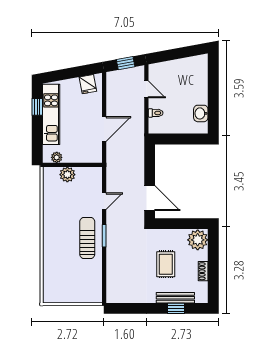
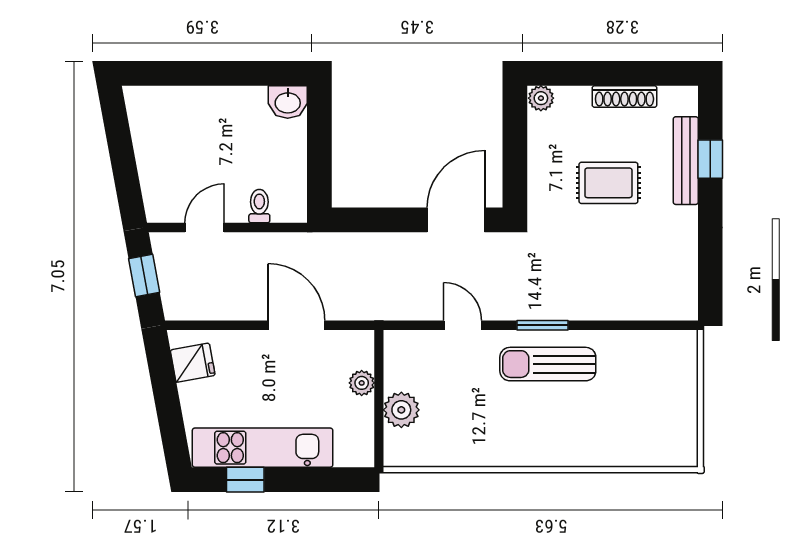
washbasin: (201, 113) -> (288, 102), moved
plant: (57, 157) -> (362, 383), moved
plant: (198, 240) -> (541, 98), width x0.53, depth x0.53
shoe rack: (203, 271) -> (624, 96), width x1.43

